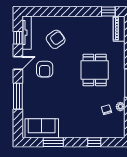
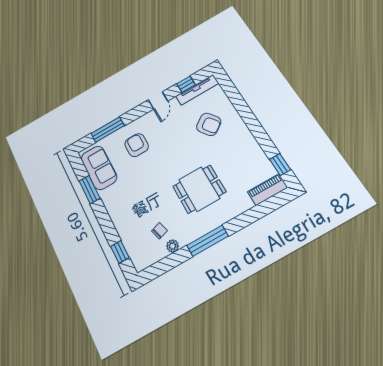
door: (18, 63) -> (158, 100), hinge flipped
armchair: (45, 69) -> (137, 145), moved, turned 90
window: (18, 96) -> (108, 130), moved
window: (94, 142) -> (120, 252), moved

